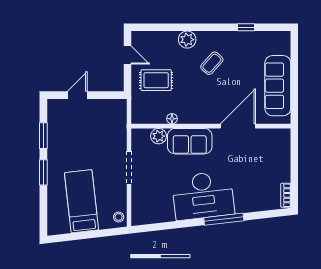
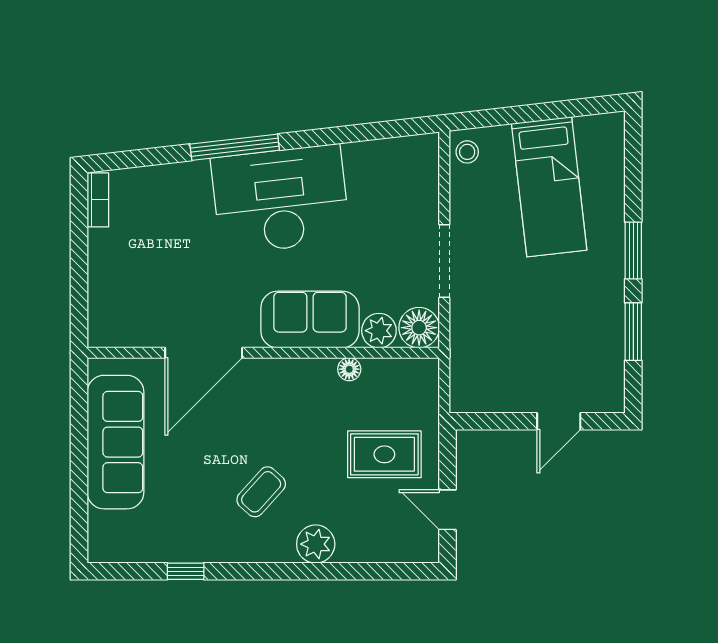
floor lamp: (140, 137) -> (419, 328), added

